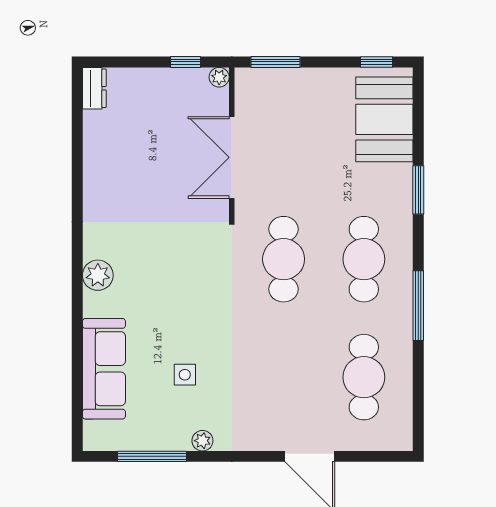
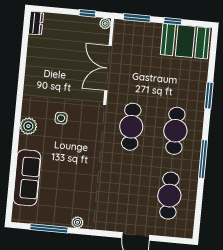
window: (376, 62) -> (173, 21), moved
booth: (384, 119) -> (185, 41), moved, turned 90
side table: (185, 375) -> (61, 118), moved

